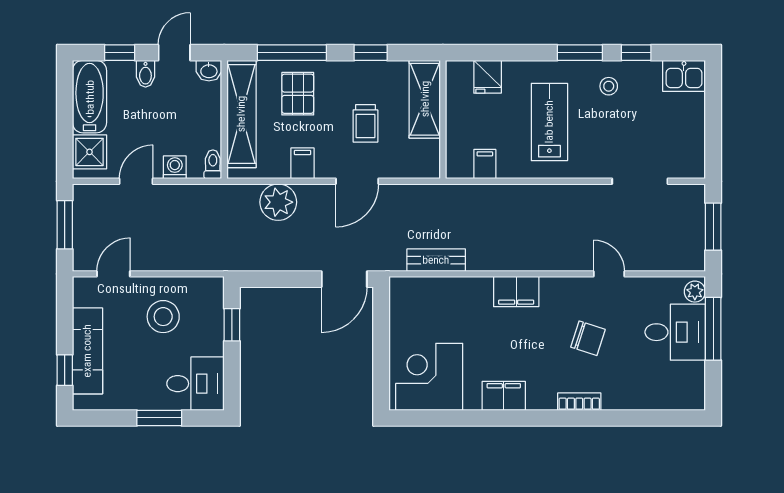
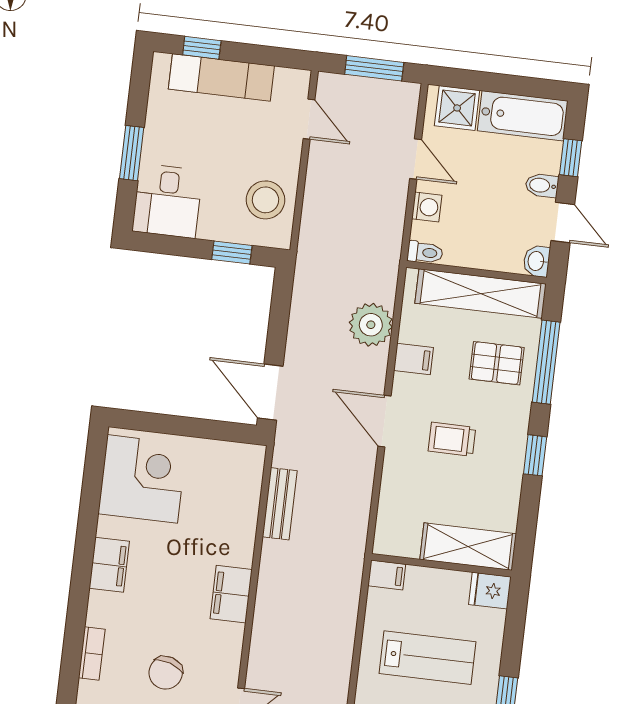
shelving: (425, 99) -> (468, 547), moved
wall: (443, 120) -> (441, 565), moved
stool: (163, 317) -> (265, 200), moved

